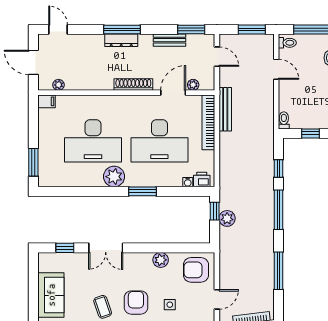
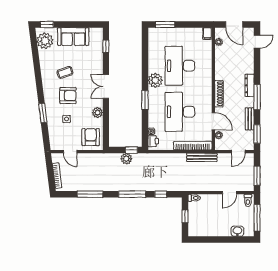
window: (122, 30) -> (257, 97), moved
door: (33, 62) -> (234, 25), swing flipped
double door: (106, 248) -> (106, 86), moved

